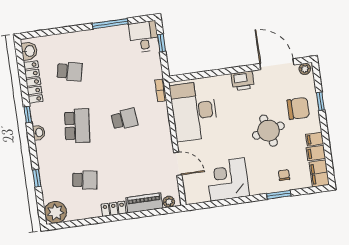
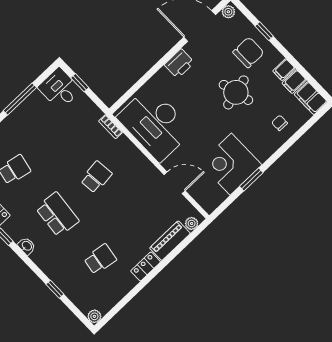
window: (279, 195) -> (251, 180), moved
plant: (55, 212) -> (94, 316), width x0.53, depth x0.53

